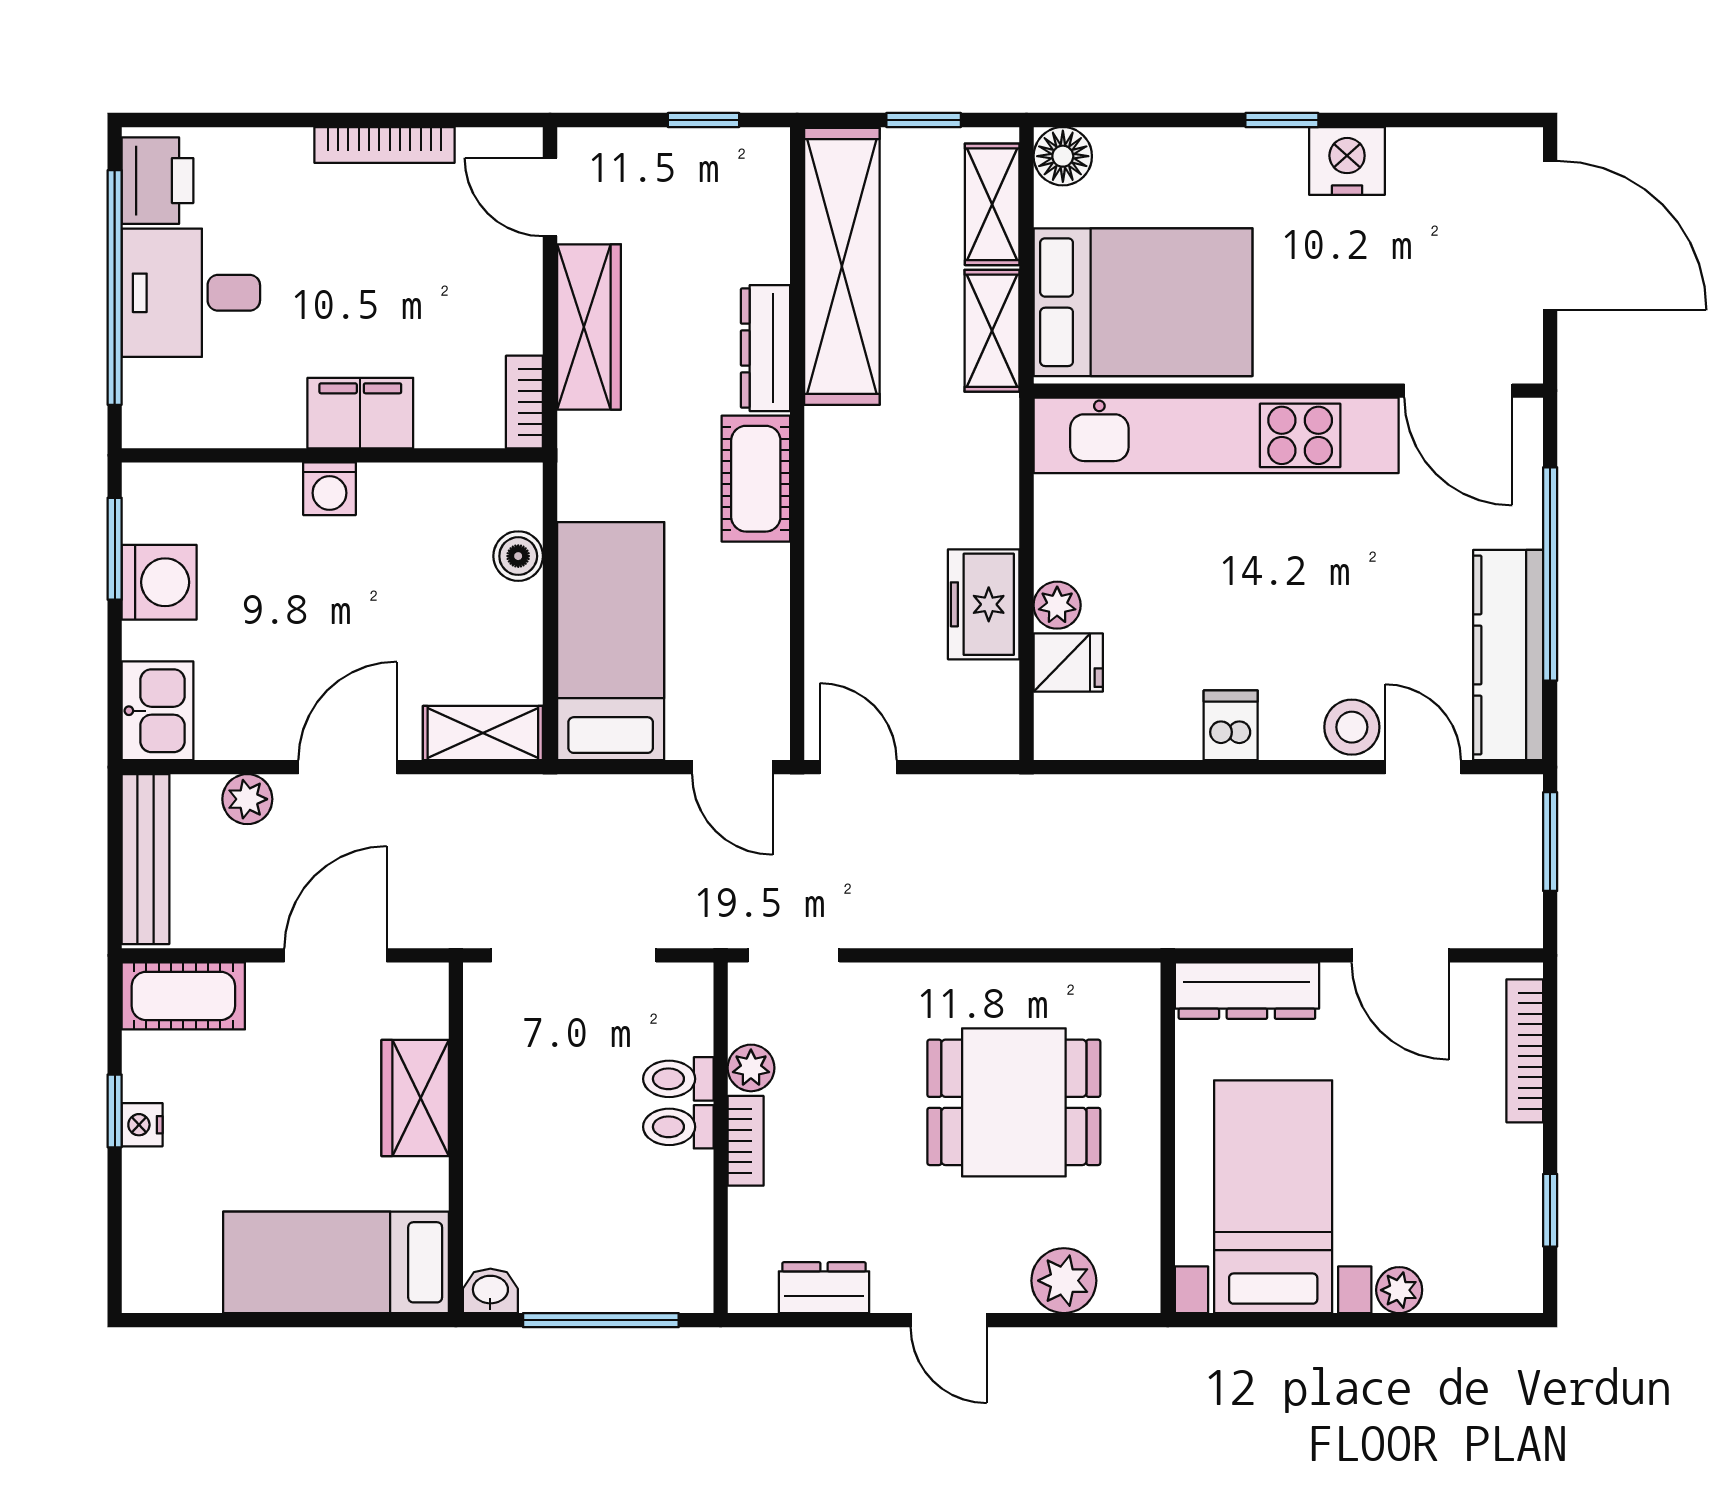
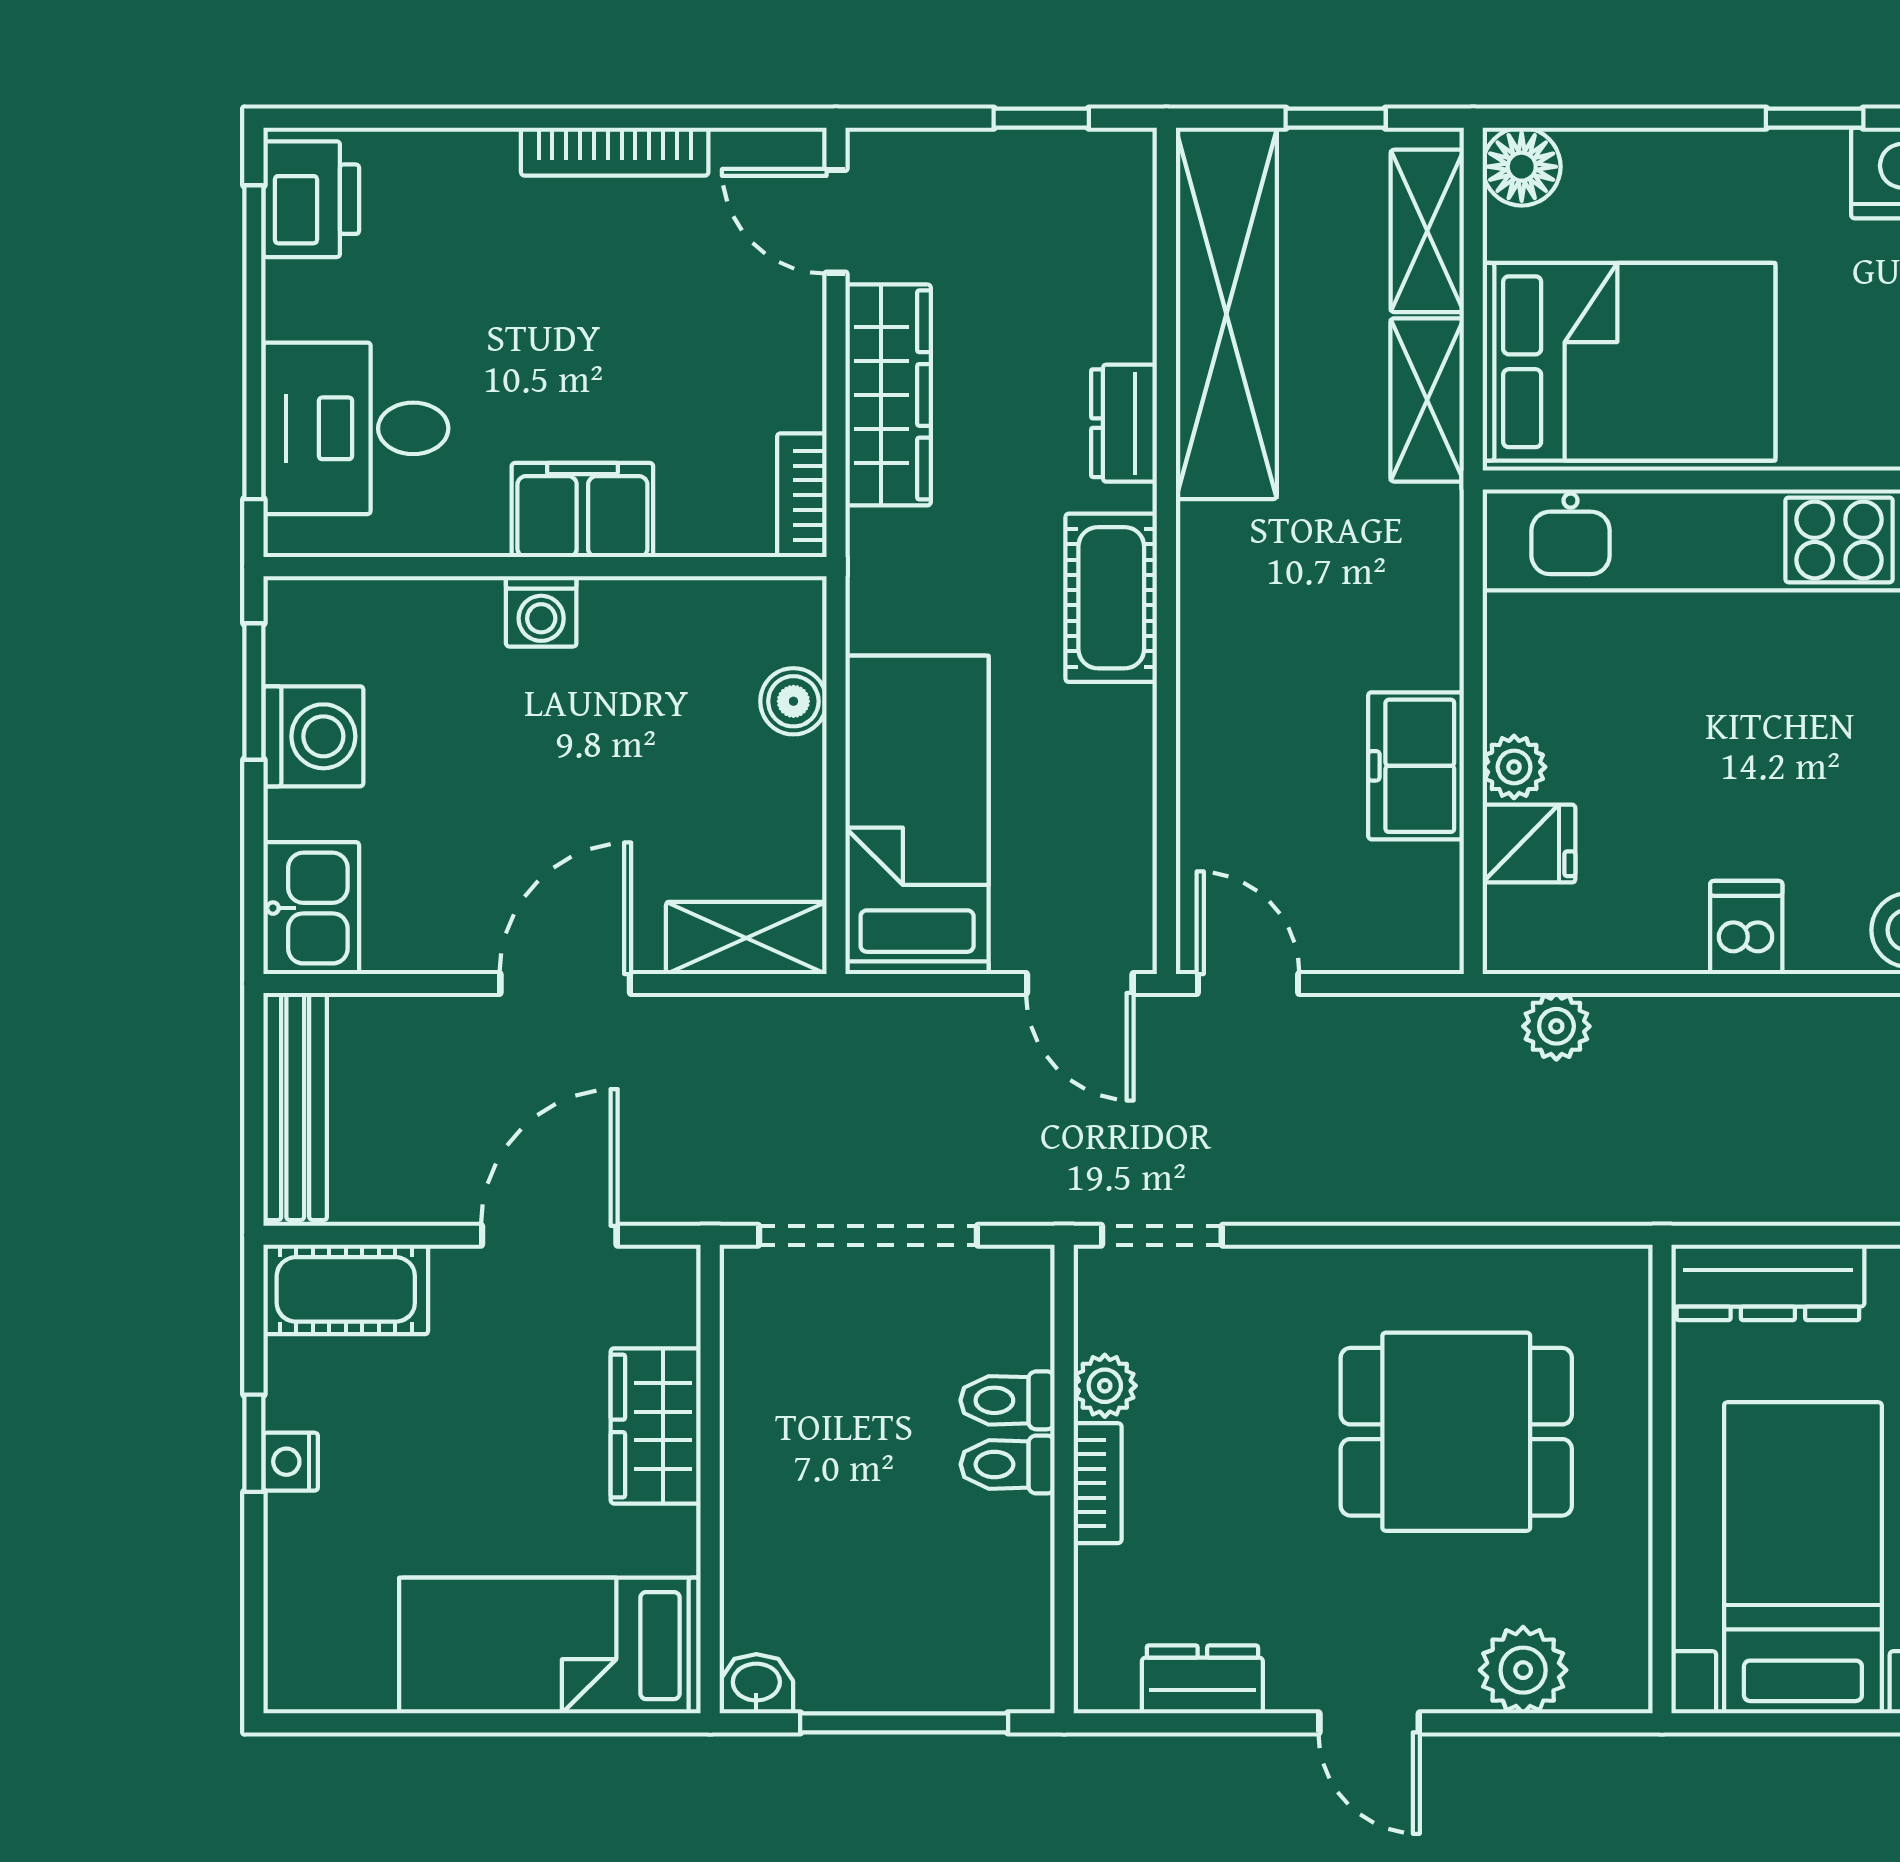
desk: (191, 293) -> (356, 428), moved
dresser: (765, 348) -> (1124, 423), width x0.70
plant: (247, 799) -> (1556, 1026), moved

